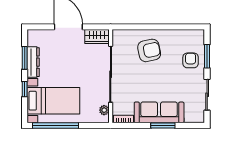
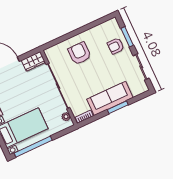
armchair: (149, 50) -> (79, 53), turned -78
armchair: (191, 60) -> (116, 46), turned -90

